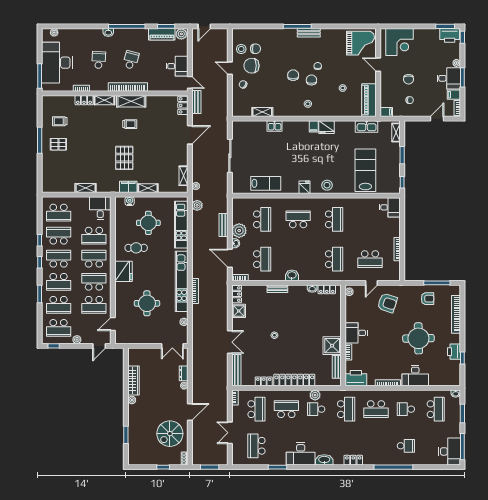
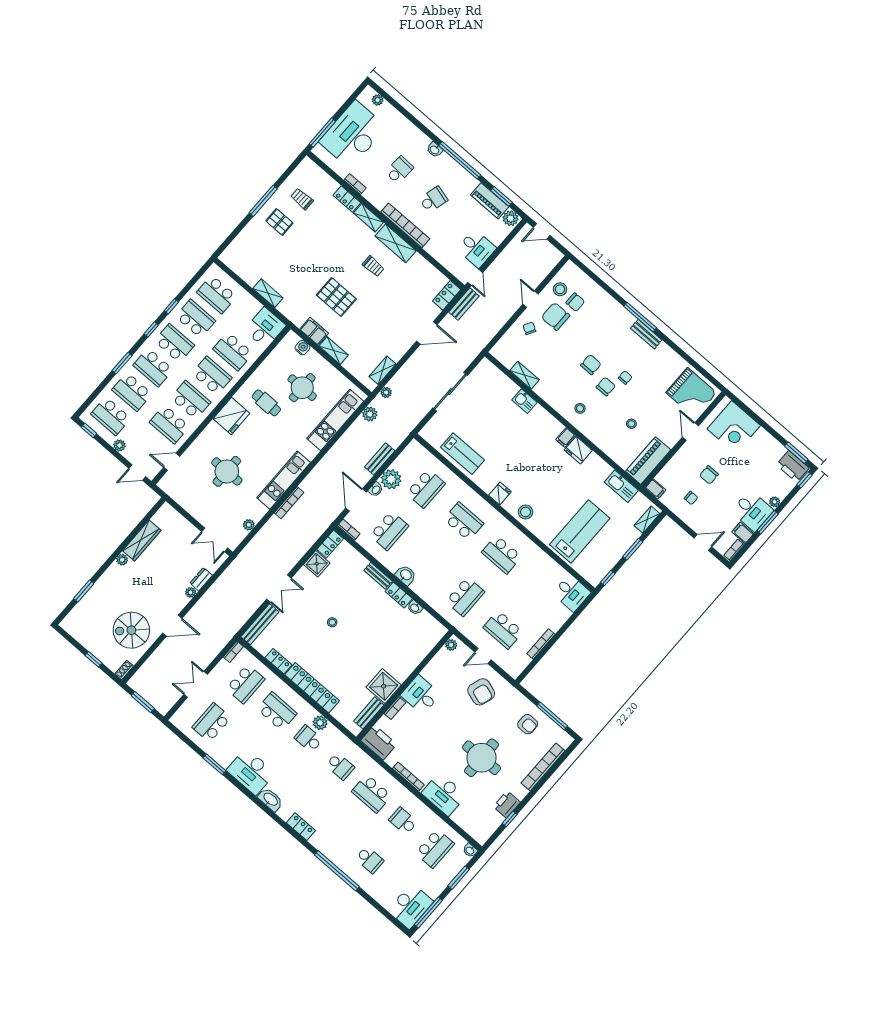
pallet: (124, 158) -> (336, 297), turned 90
school desk: (334, 219) -> (502, 554), turned 90
kitchen unit: (182, 281) -> (284, 480), width x0.73
locker: (327, 289) -> (399, 595), moved
school desk: (346, 409) -> (340, 766), width x0.54

